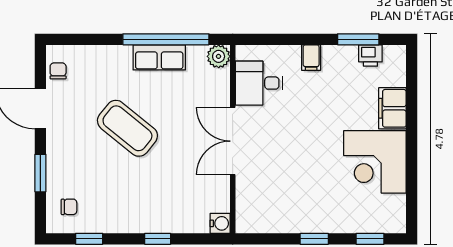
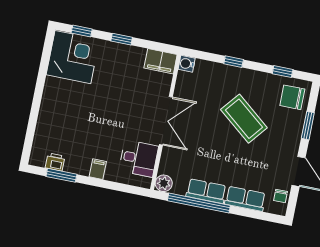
row of seats: (105, 58) -> (245, 199), added
filing cabinet: (392, 108) -> (161, 61), moved, turned 90
coffee table: (127, 128) -> (244, 119), moved
corner desk: (375, 162) -> (73, 57), moved
chair: (69, 207) -> (292, 97), width x1.87, depth x1.87

